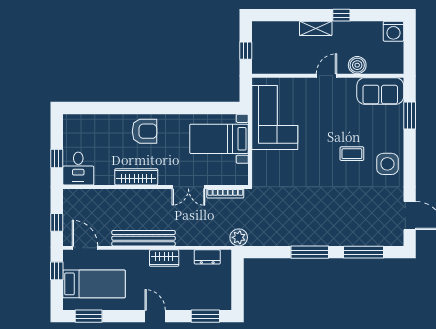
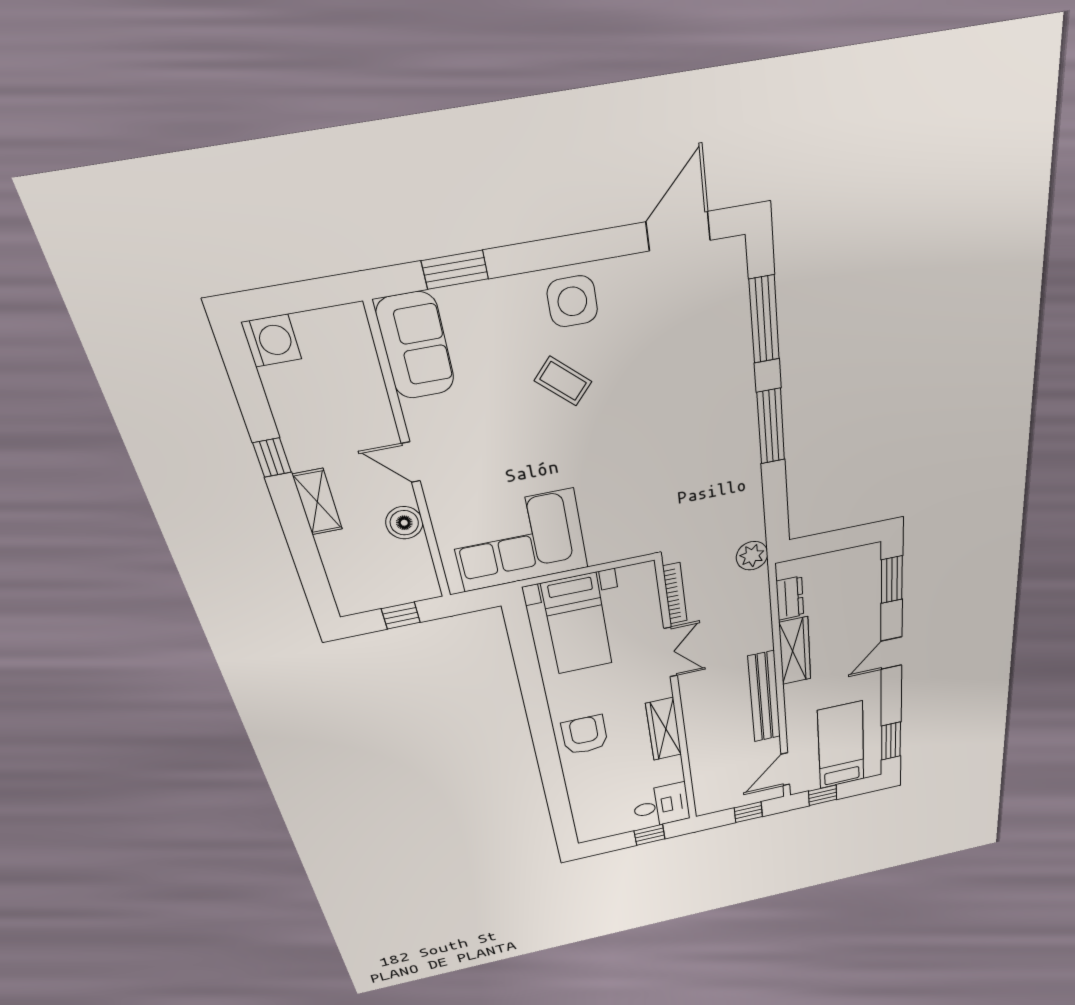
boiler: (357, 65) -> (404, 523), moved
coffee table: (352, 154) -> (563, 381), turned -48
wardrobe: (164, 258) -> (795, 651), width x1.50

